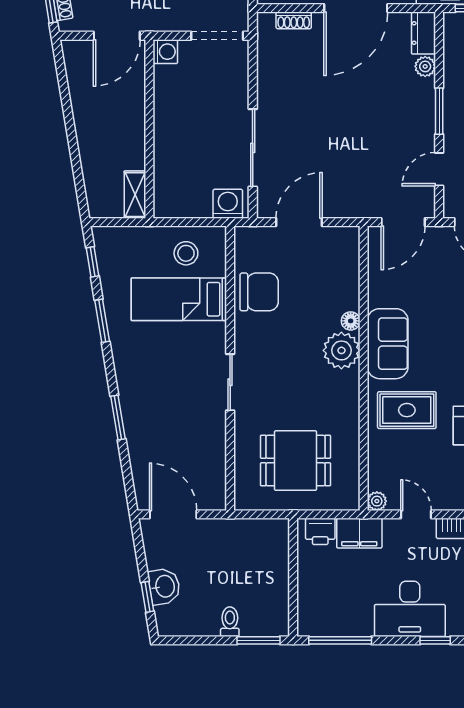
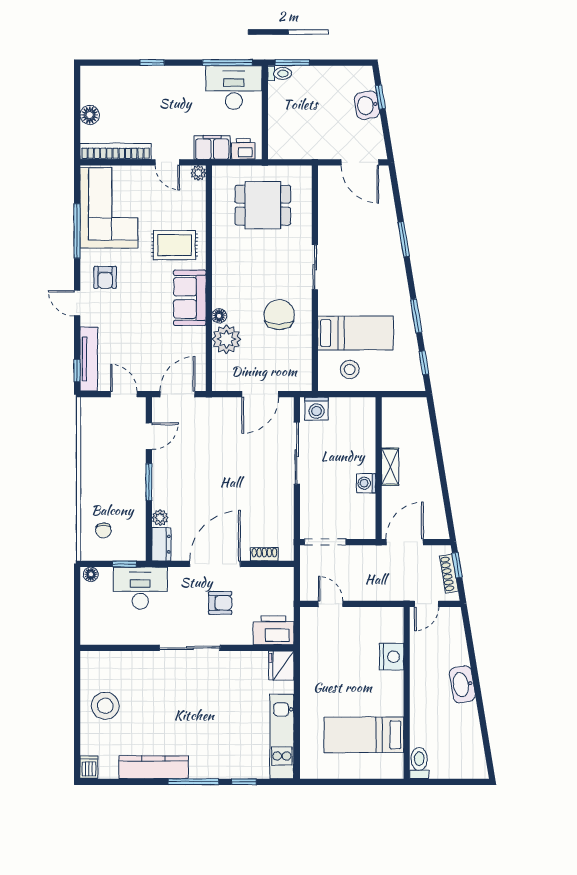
washing machine: (165, 52) -> (366, 483), moved
shelving: (135, 195) -> (390, 467), moved
chair: (259, 292) -> (279, 315), moved, turned 90
plant: (341, 350) -> (226, 339), moved
desk: (410, 609) -> (234, 88), moved
toilet: (230, 622) -> (280, 74), moved, turned -90

